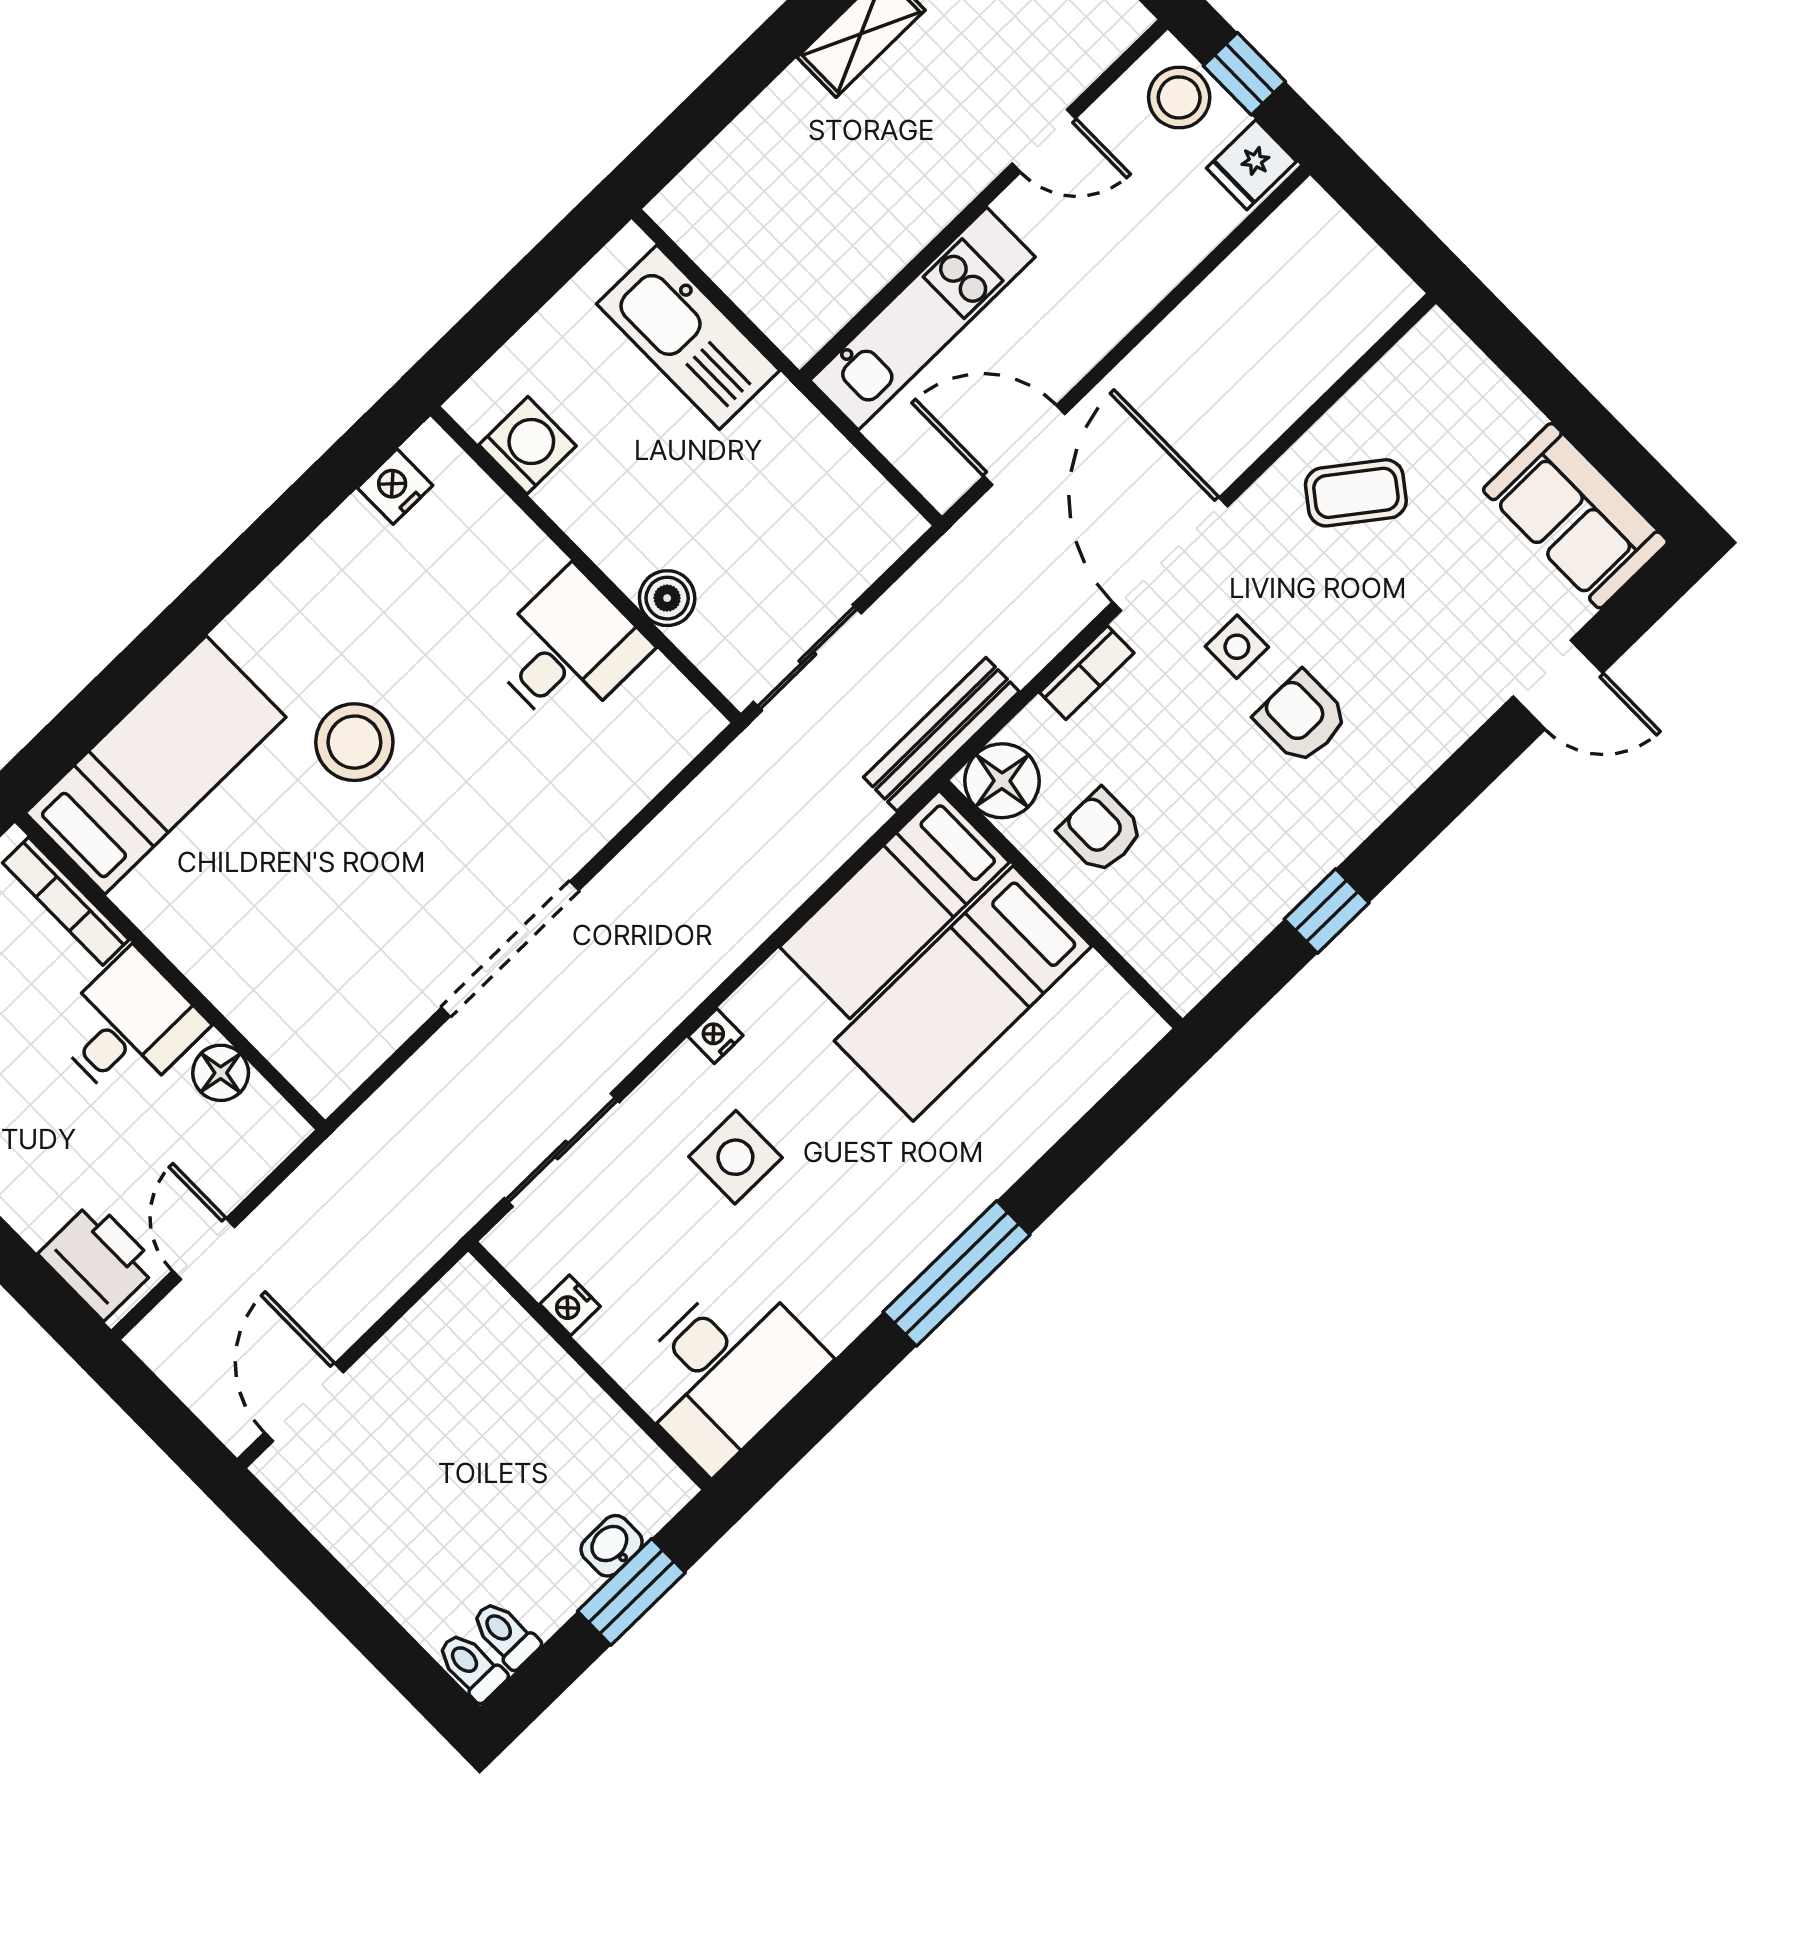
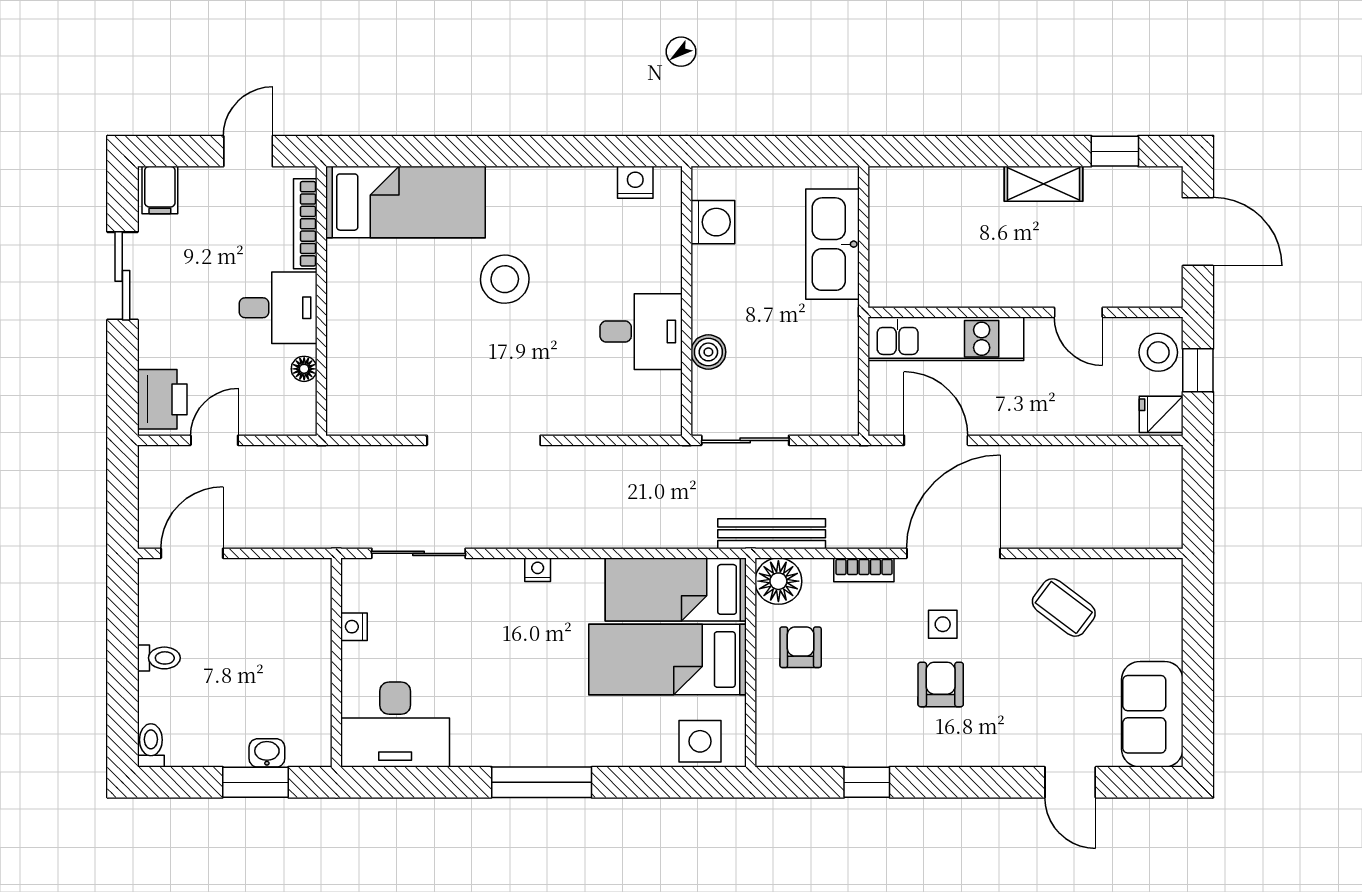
floor lamp: (221, 1073) -> (304, 369), width x0.73, depth x0.73
side table: (735, 1157) -> (700, 741), moved
toilet: (505, 1634) -> (159, 658), moved, turned 90

